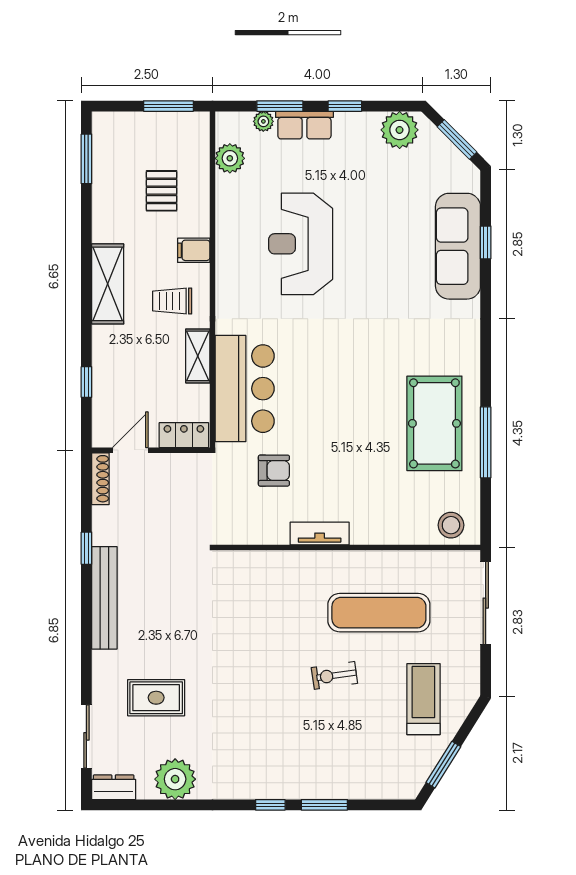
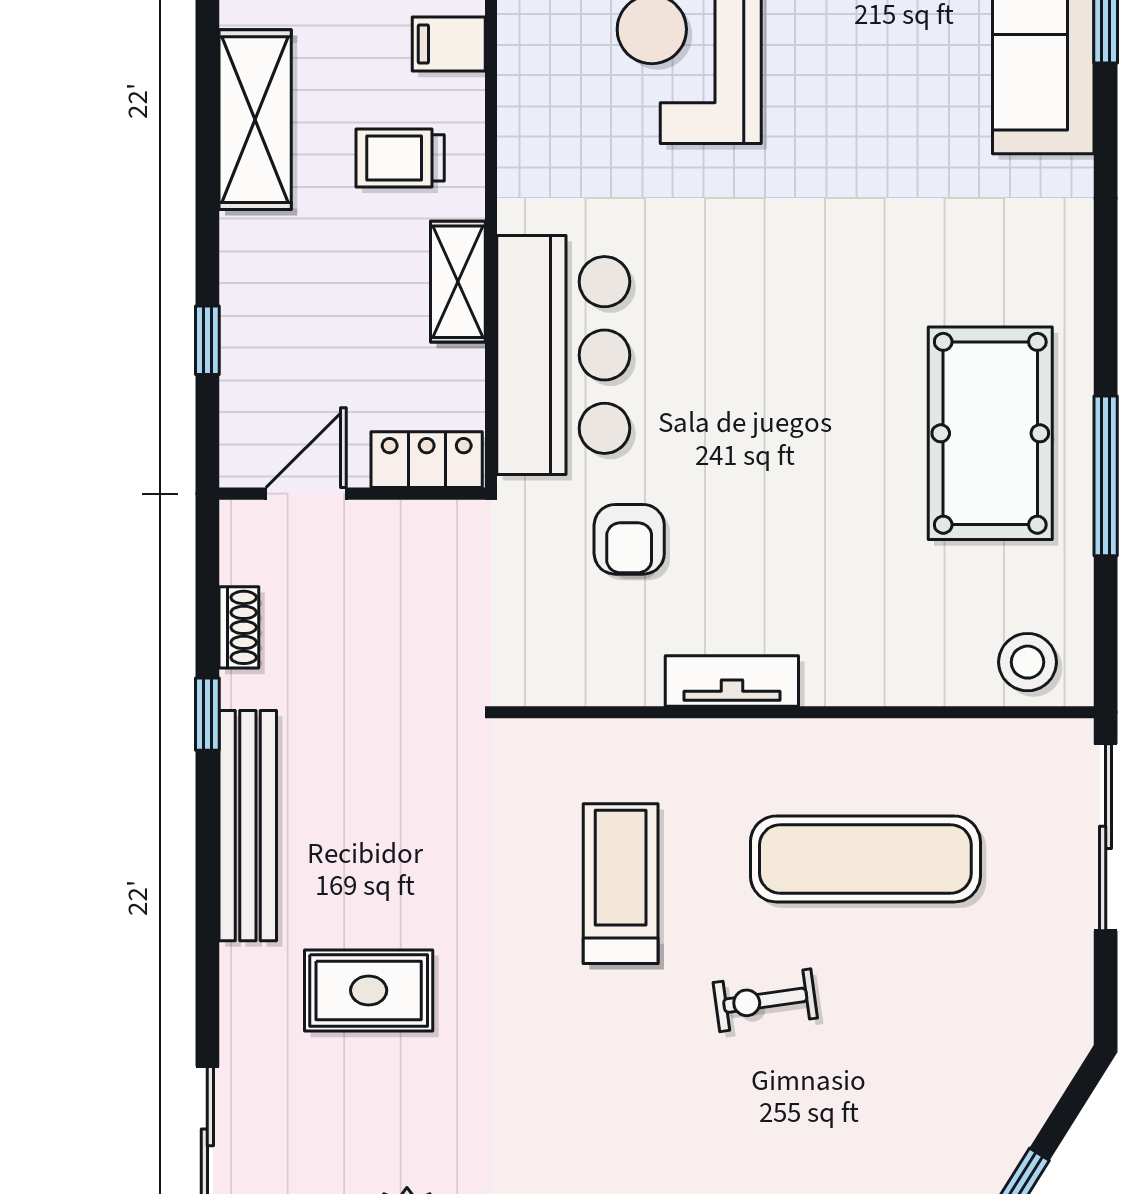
armchair: (274, 471) -> (629, 539), turned 90
shoe rack: (100, 479) -> (239, 627), moved, width x0.70
rug: (156, 698) -> (369, 990), moved
treadmill: (423, 699) -> (621, 884), moved

